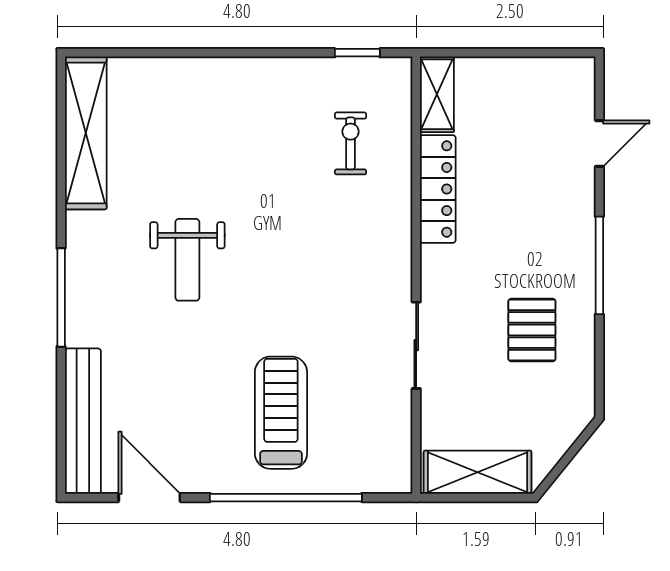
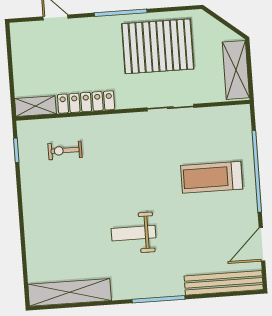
weight bench: (187, 260) -> (133, 233), turned 180
pallet: (532, 330) -> (158, 46), width x2.05, depth x2.00

